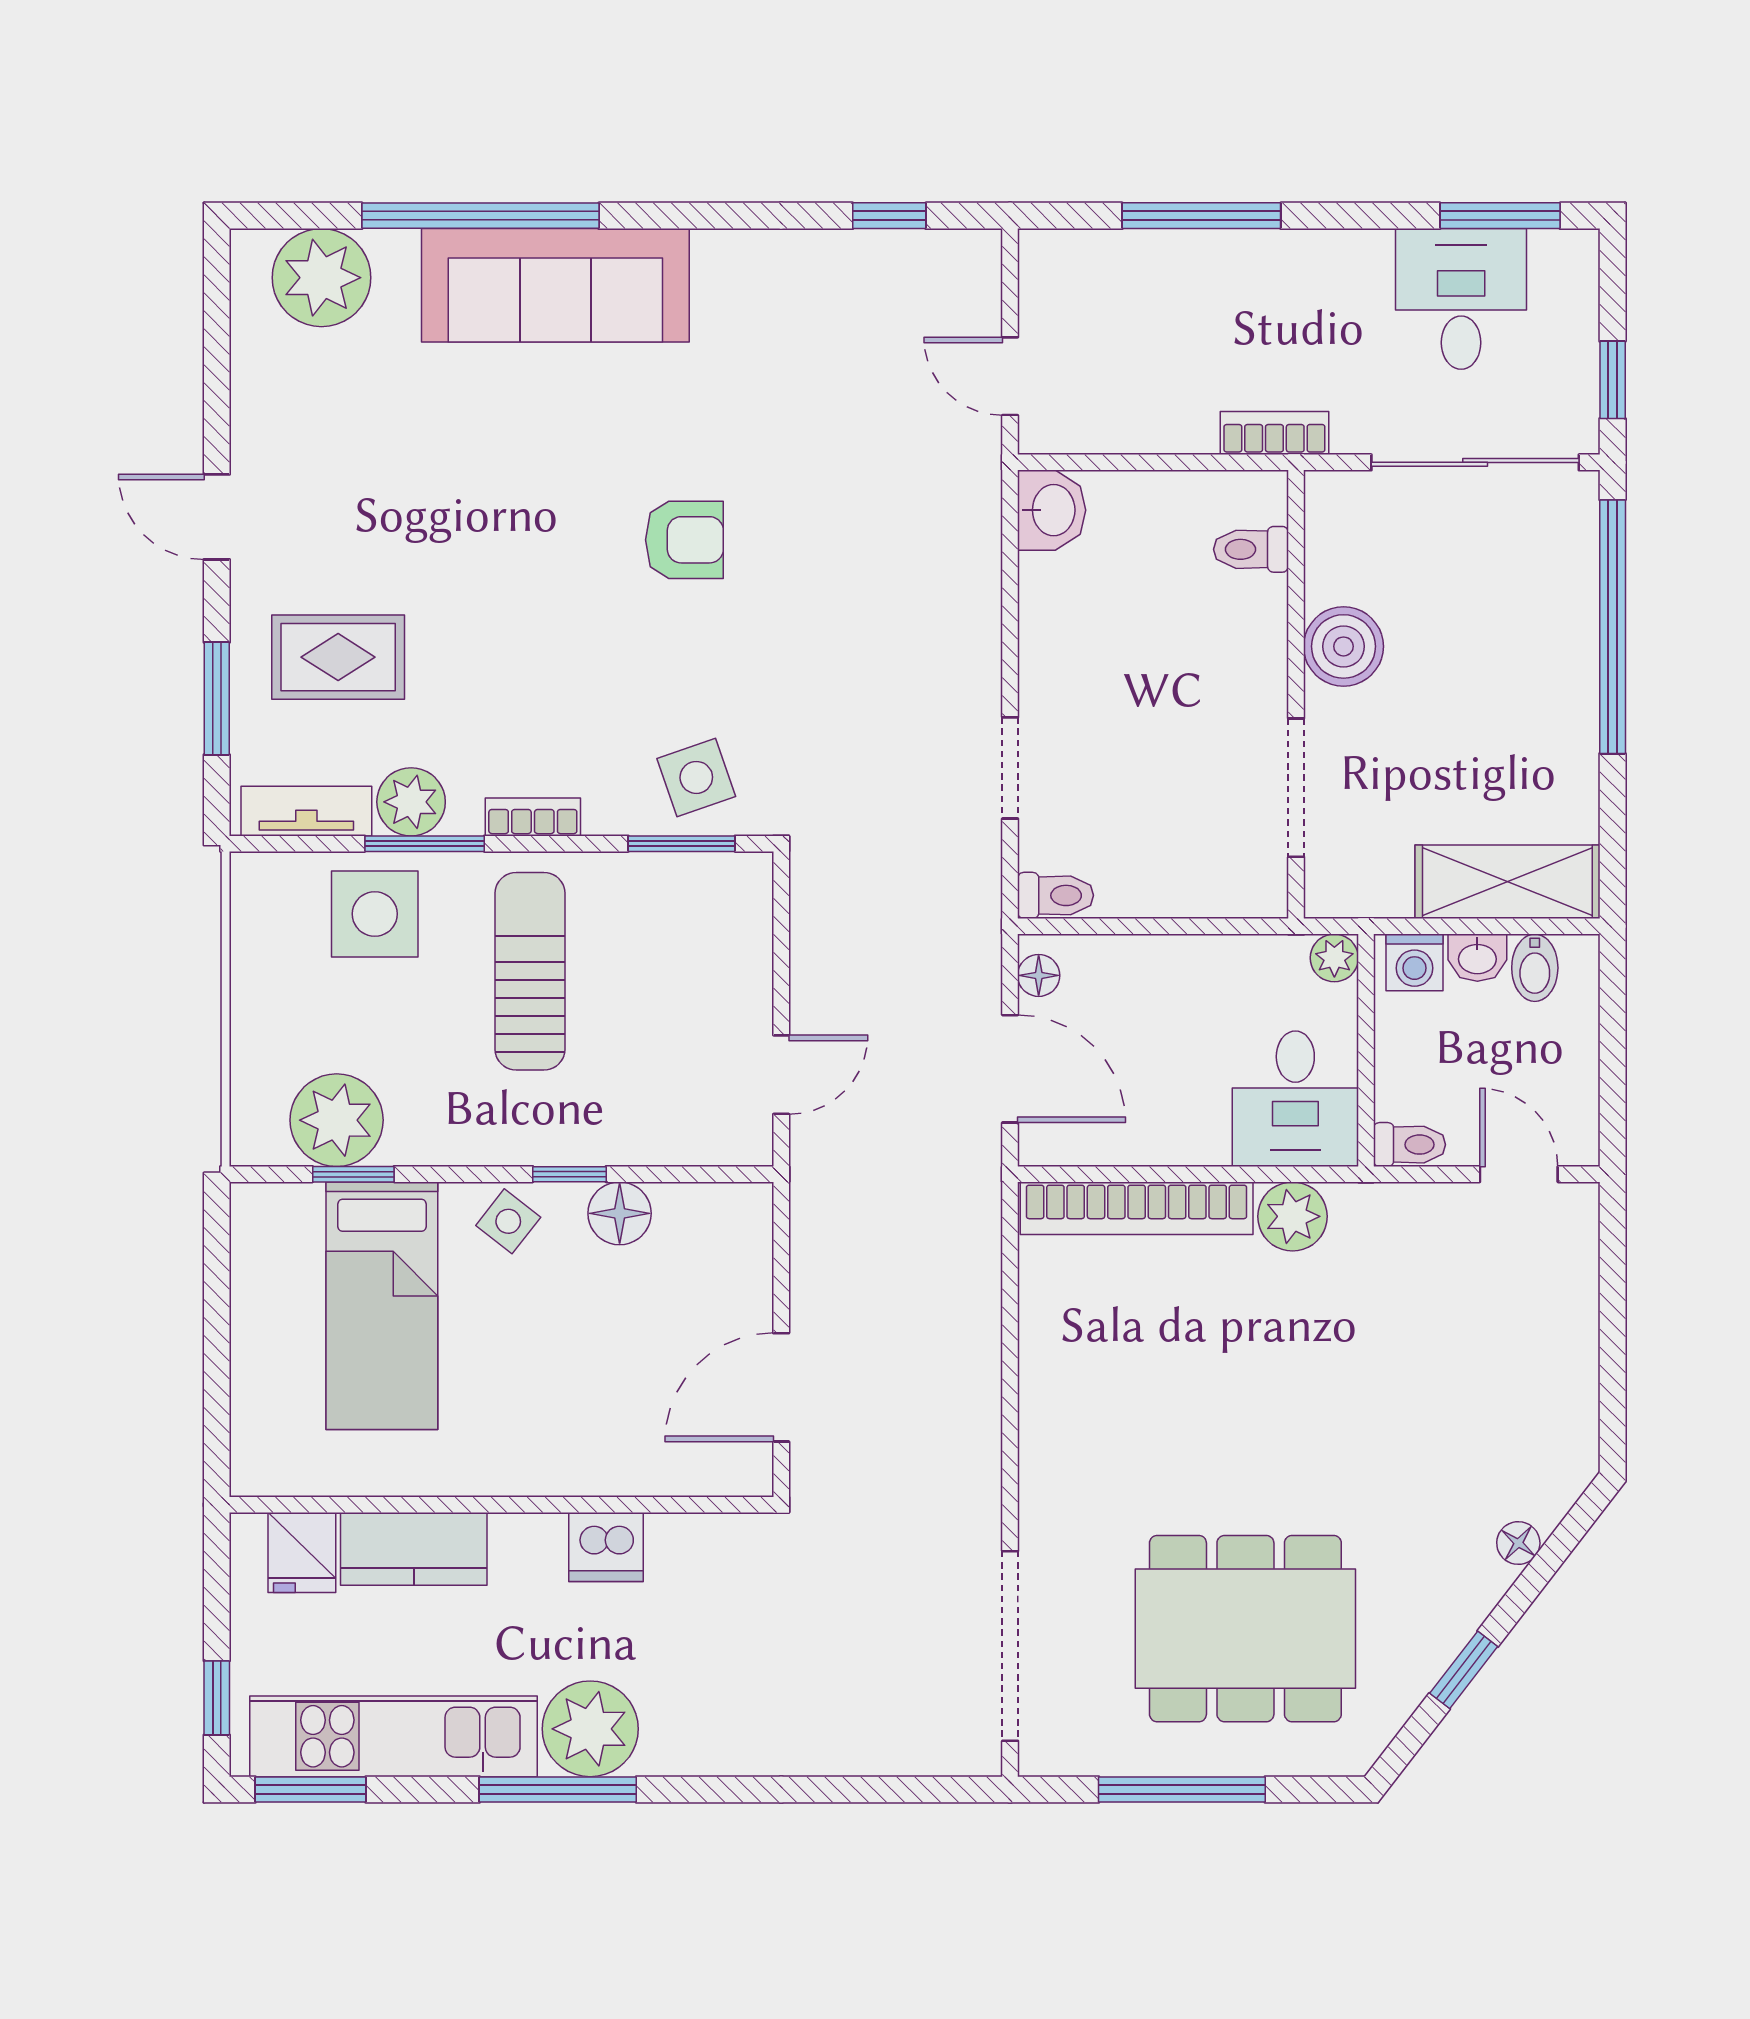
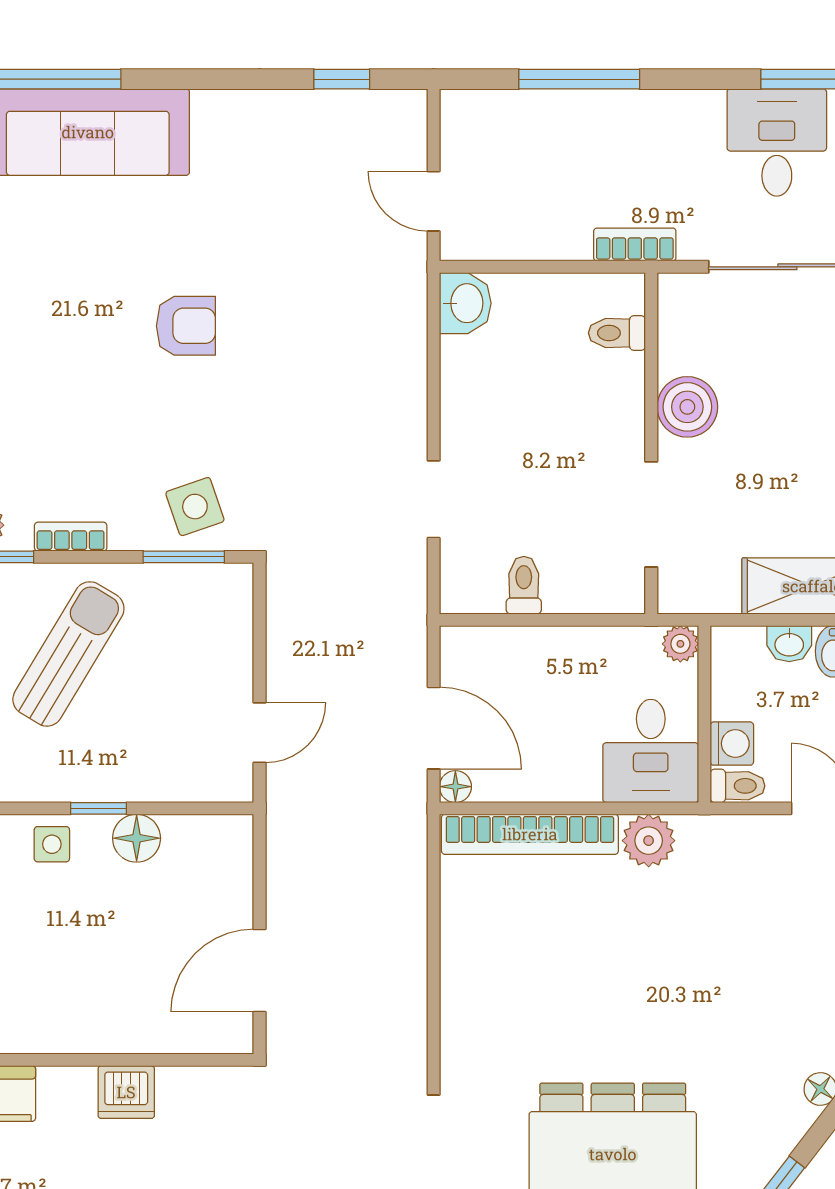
toilet: (1055, 895) -> (524, 585), moved, turned -90
washing machine: (1415, 962) -> (732, 744), moved, turned -90
sun lounger: (530, 971) -> (68, 654), turned 31
floor lamp: (1039, 975) -> (455, 787), moved
side table: (508, 1221) -> (52, 844), turned -38

